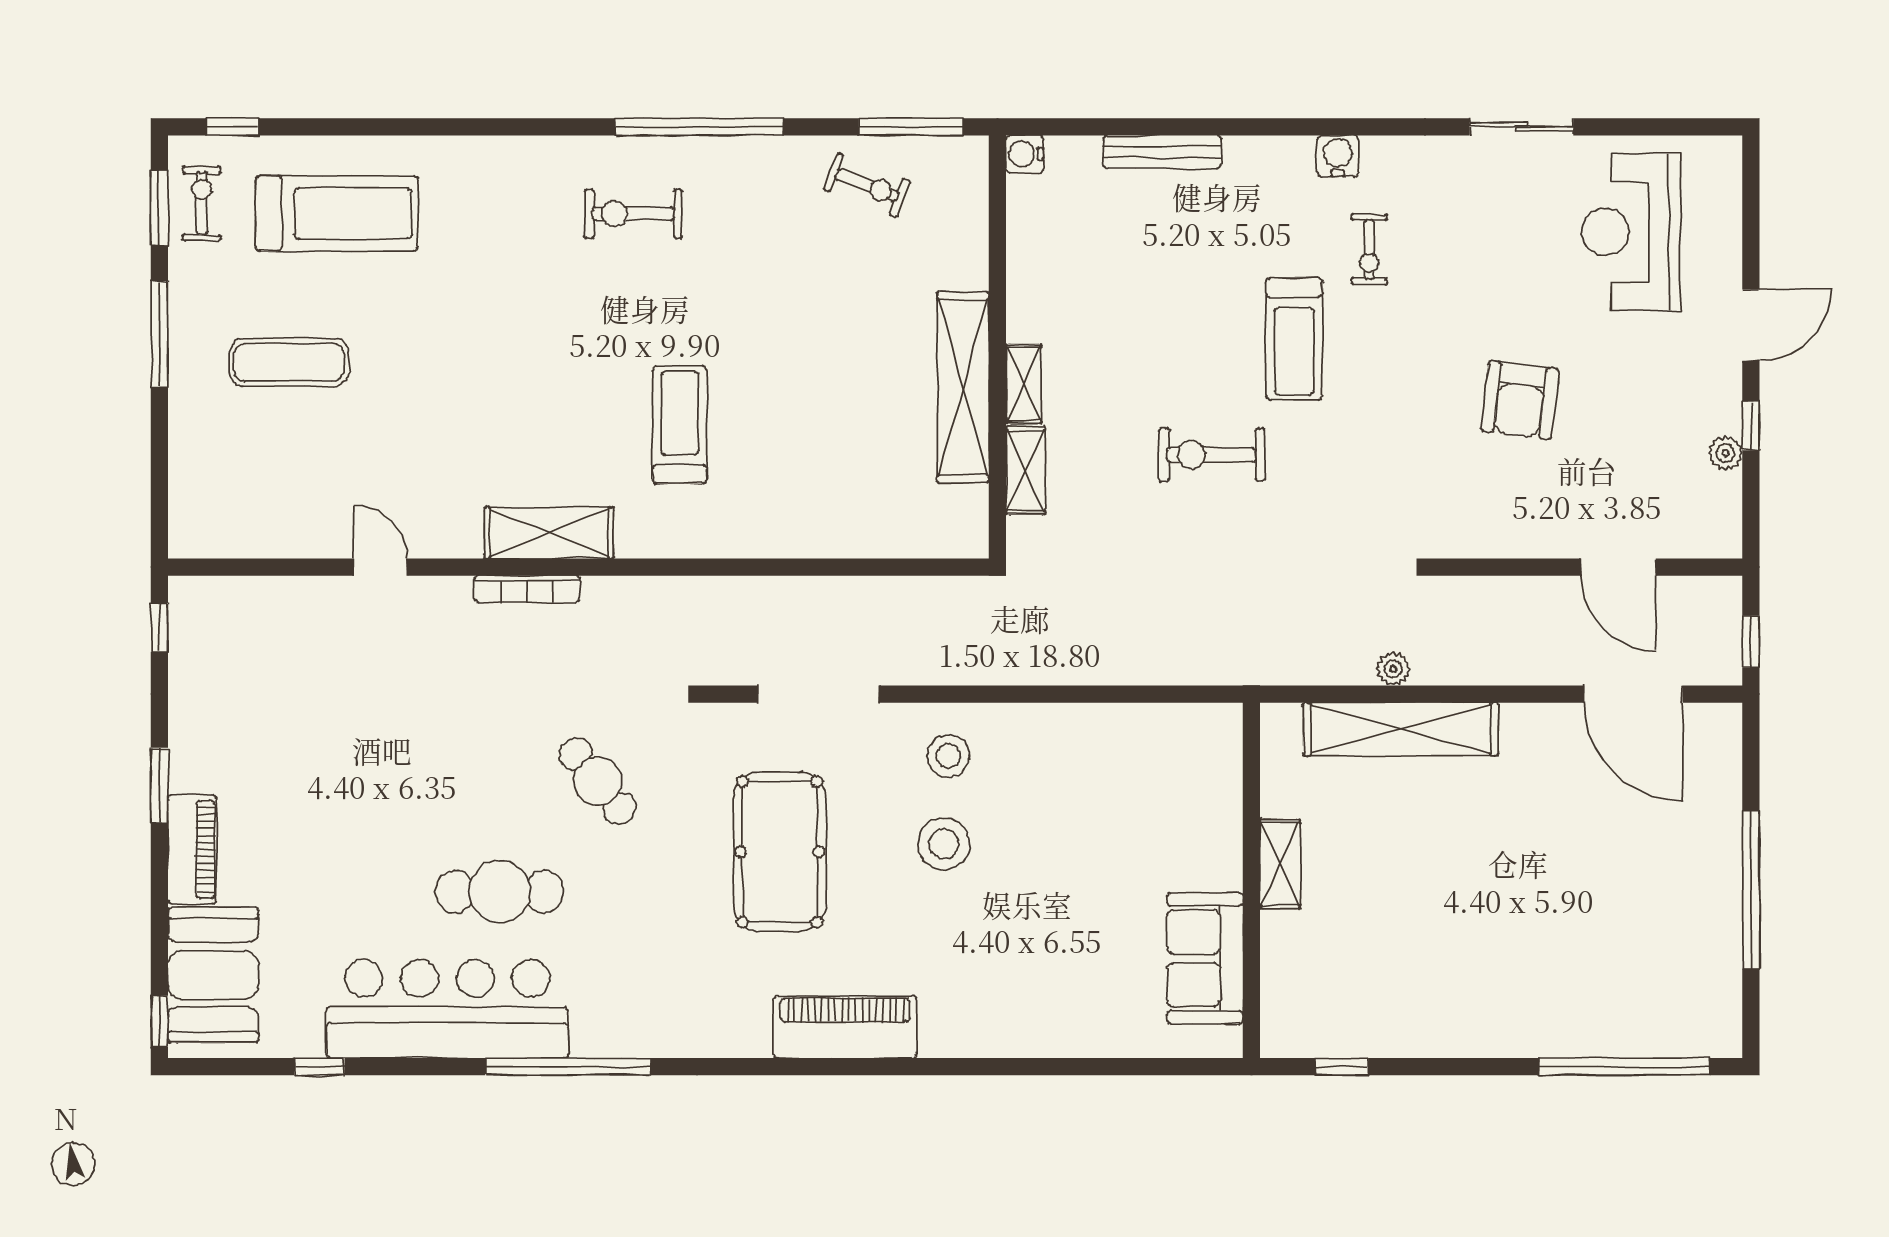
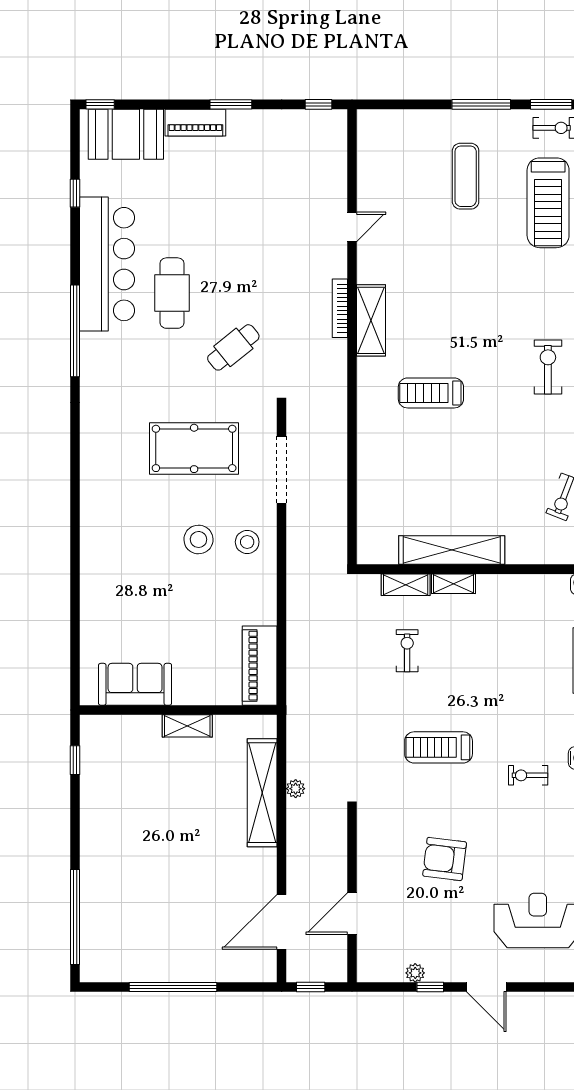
treadmill: (1294, 339) -> (439, 747), moved
treadmill: (680, 425) -> (431, 393), turned 180
exercise bike: (1211, 455) -> (407, 651), moved, width x0.73, depth x0.72
piano: (845, 1027) -> (260, 666), moved, turned 180

